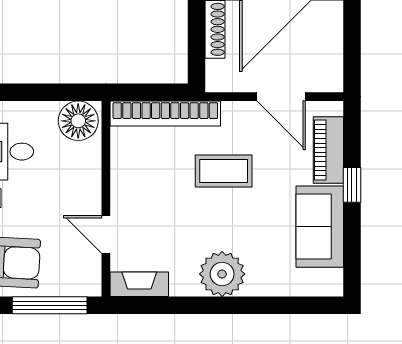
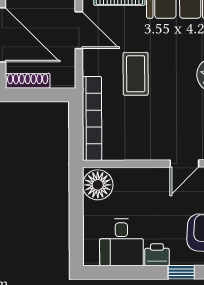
door: (281, 97) -> (79, 30), hinge flipped

